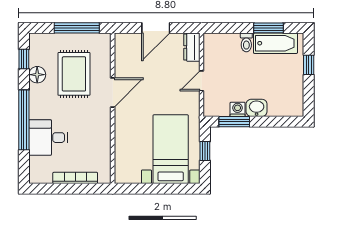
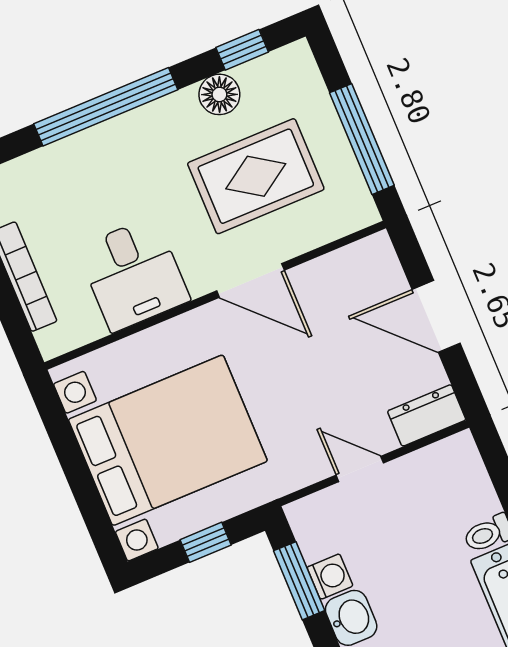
desk: (48, 138) -> (133, 274), moved, turned 180
bed with nightstands: (171, 149) -> (168, 440), width x1.36

